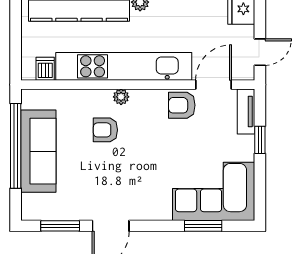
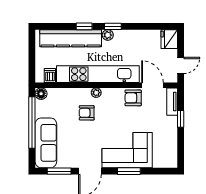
door: (214, 85) -> (152, 85), hinge flipped
floor lamp: (31, 98) -> (41, 94), added
sofa: (38, 151) -> (46, 143), moved
corner sofa: (214, 191) -> (127, 150), moved
window: (203, 226) -> (129, 171), moved

